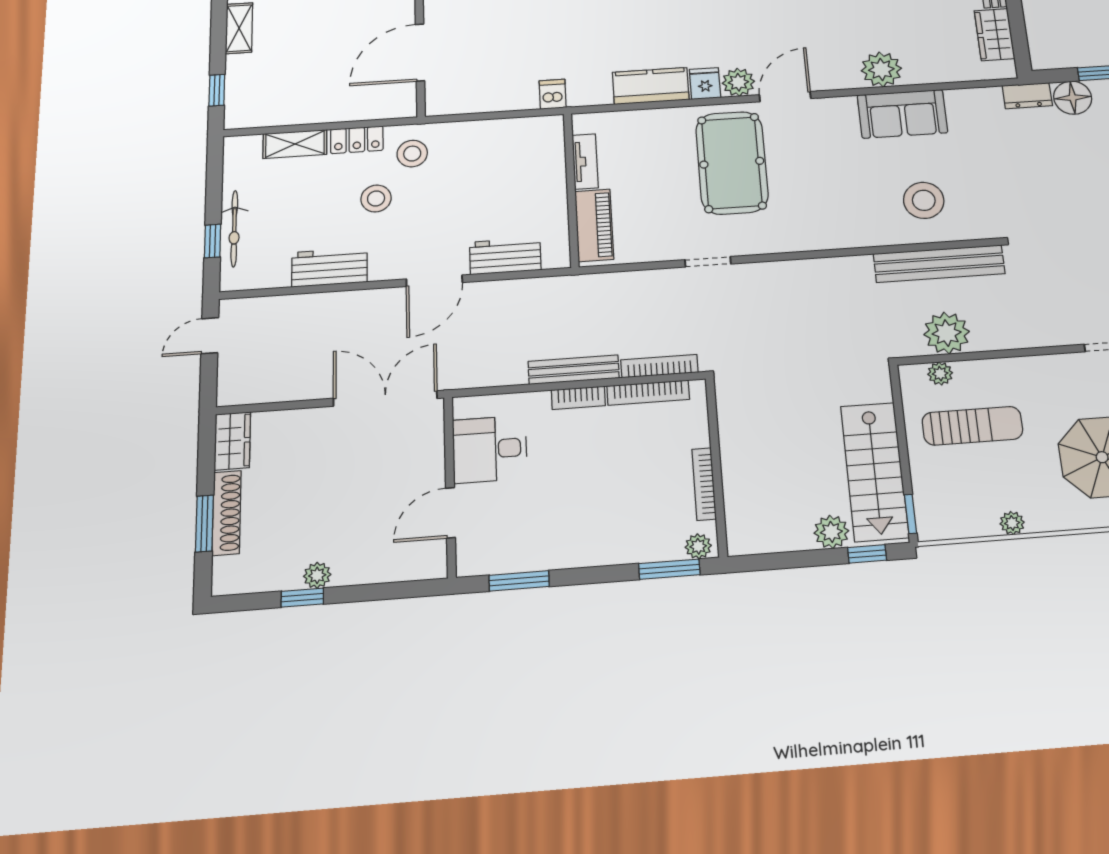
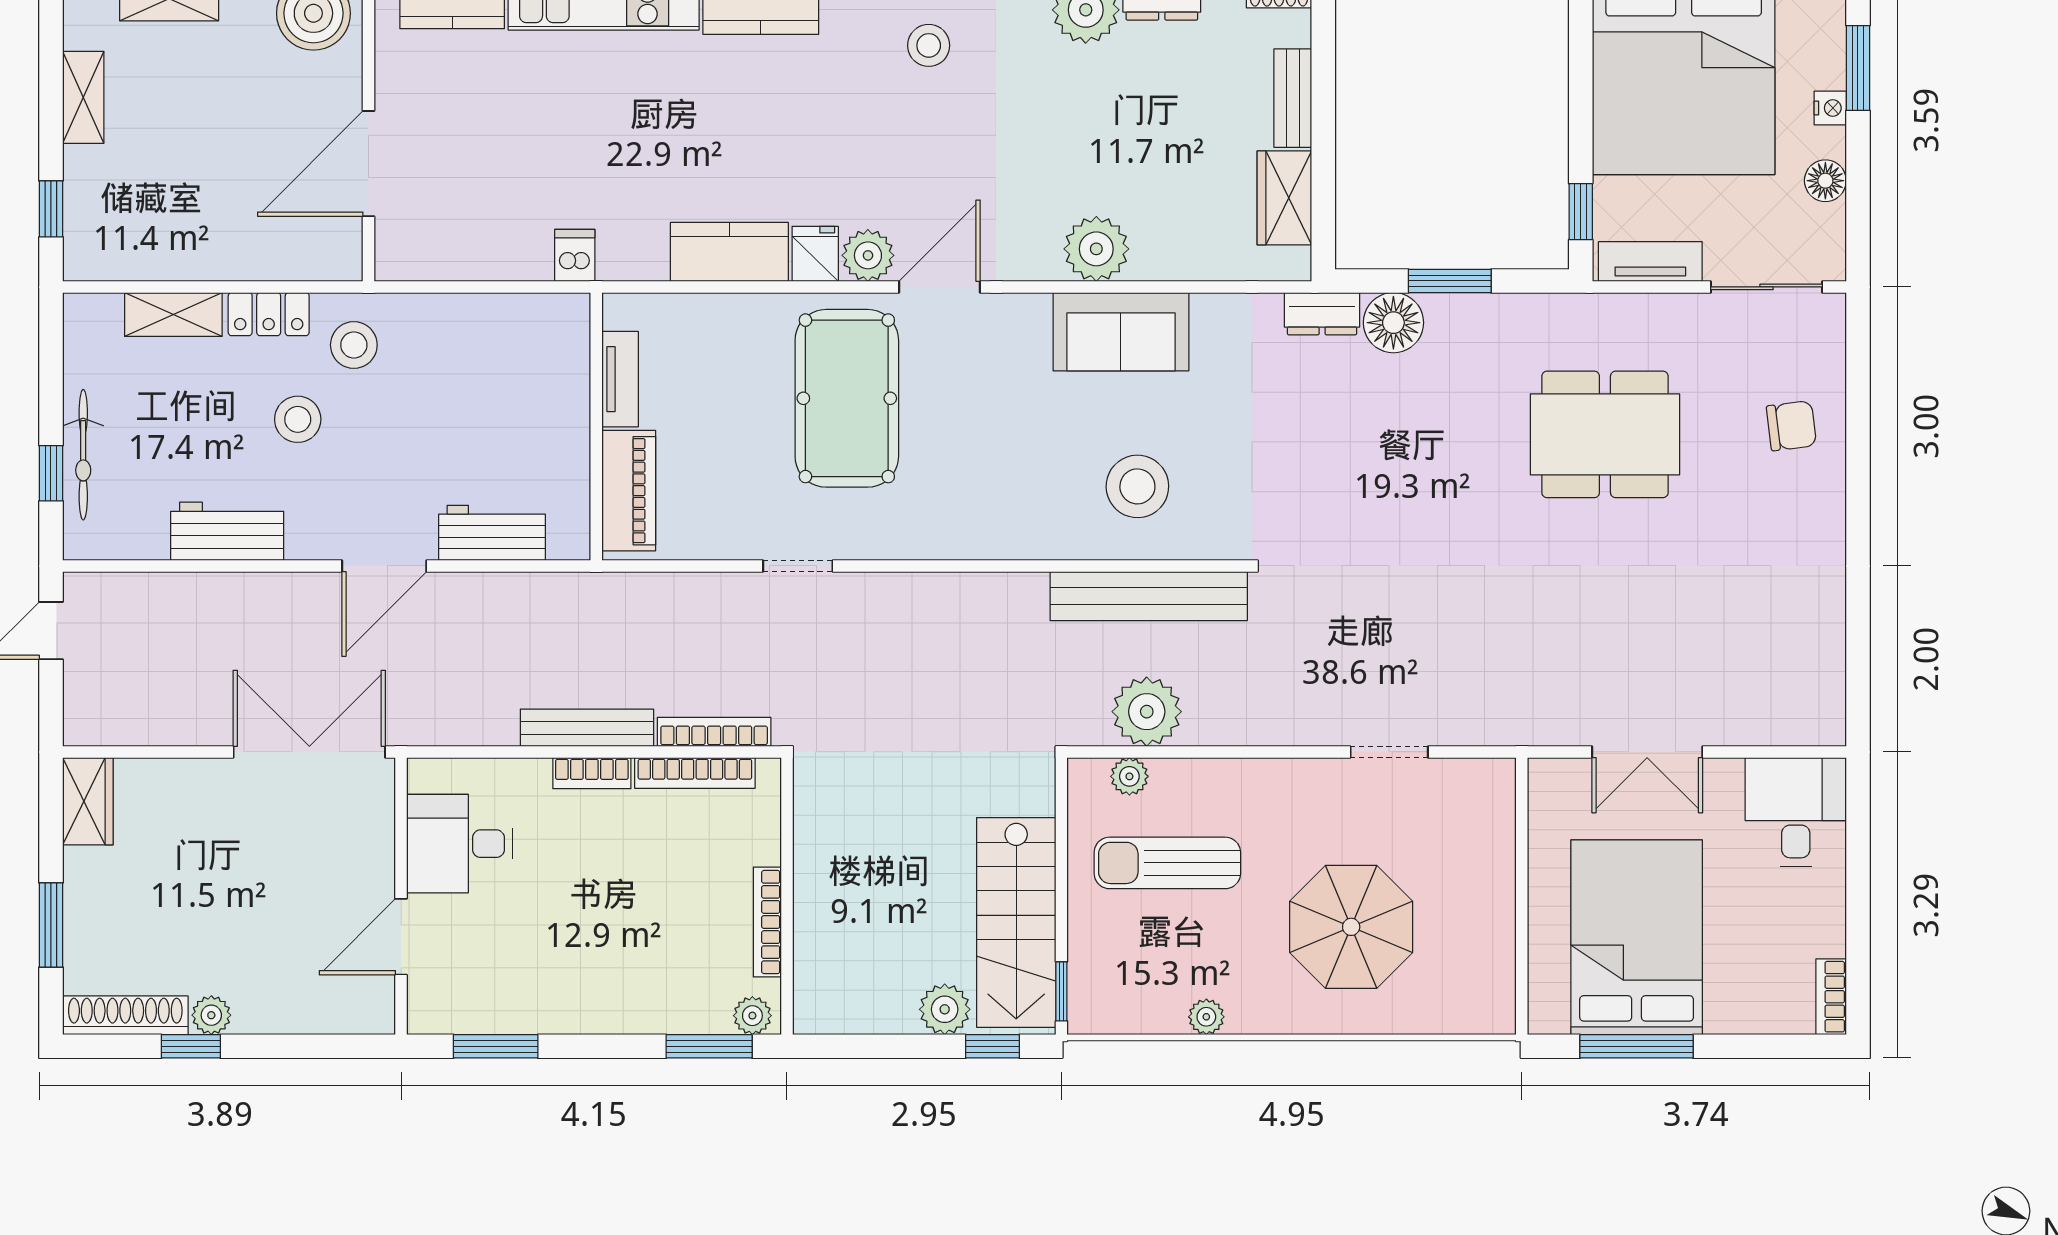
sun lounger: (972, 426) -> (1167, 863), turned 180
shoe rack: (227, 513) -> (125, 1015), moved, turned -90

